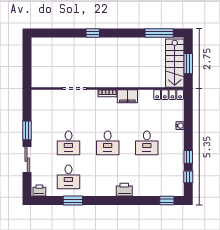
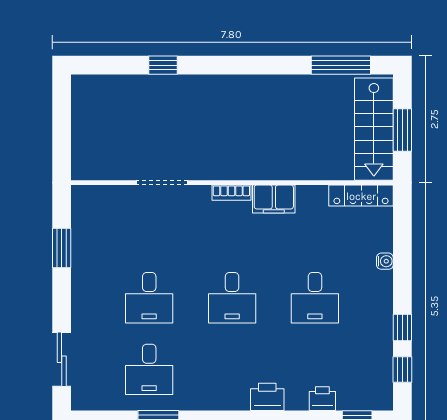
window: (93, 33) -> (163, 65), moved
window: (27, 130) -> (62, 248), moved
sliding door: (27, 160) -> (62, 359), moved
printer: (39, 191) -> (322, 399), moved

